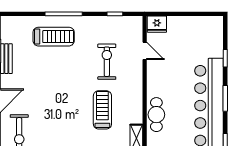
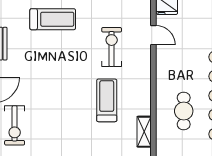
cafe table: (156, 115) -> (184, 111), moved

